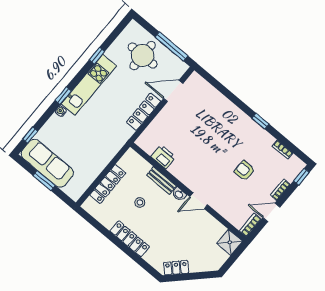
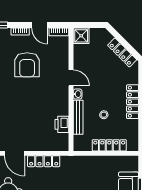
armchair: (245, 171) -> (27, 65), width x1.88, depth x1.88
bench: (161, 181) -> (78, 117), width x1.36
locker: (176, 268) -> (122, 52), width x1.53

